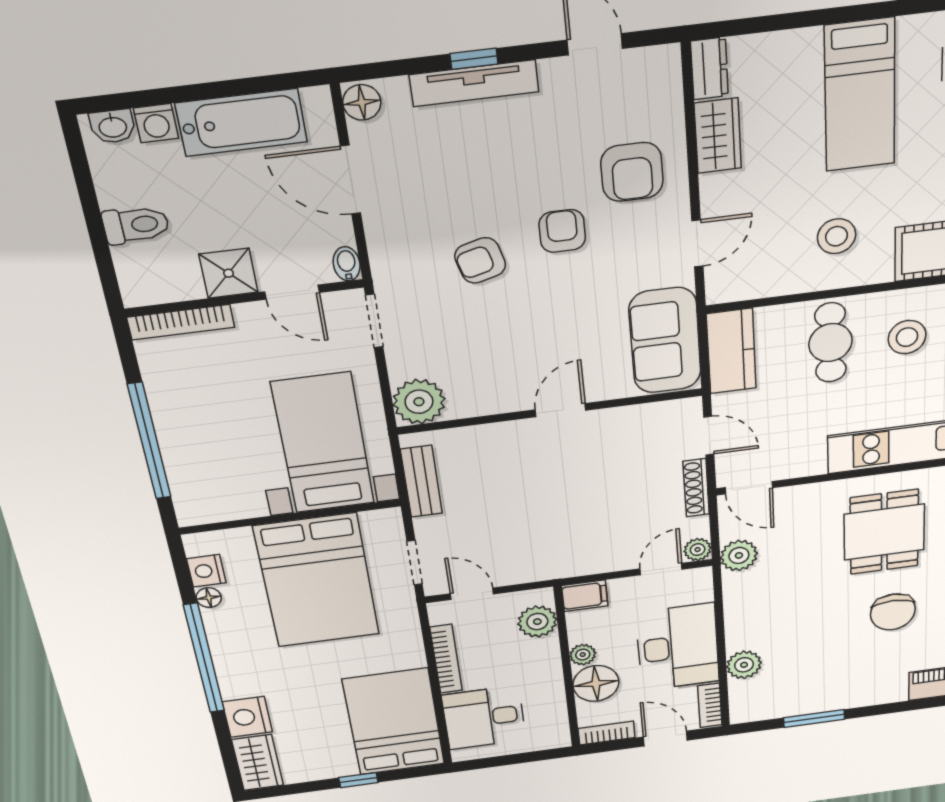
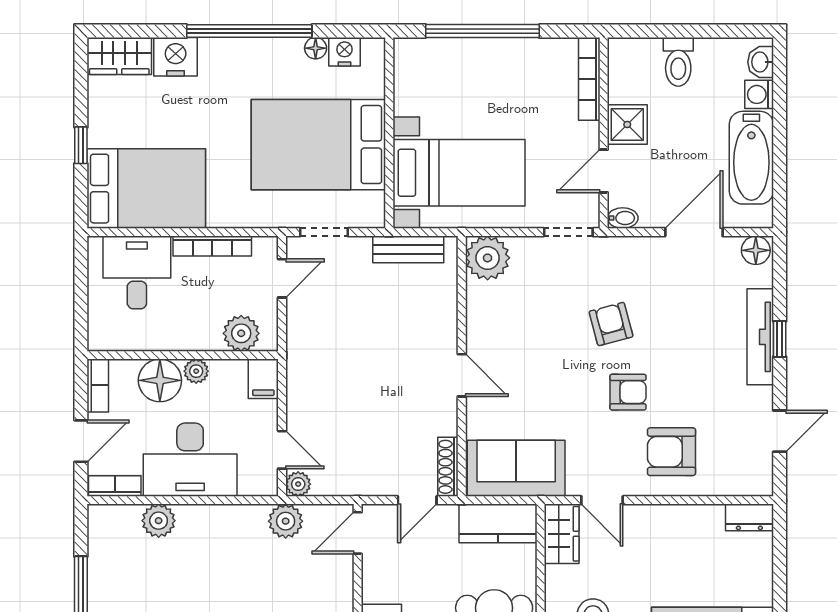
wardrobe: (718, 136) -> (562, 534), moved, turned -90
shoe rack: (696, 488) -> (448, 467), moved, turned -90

